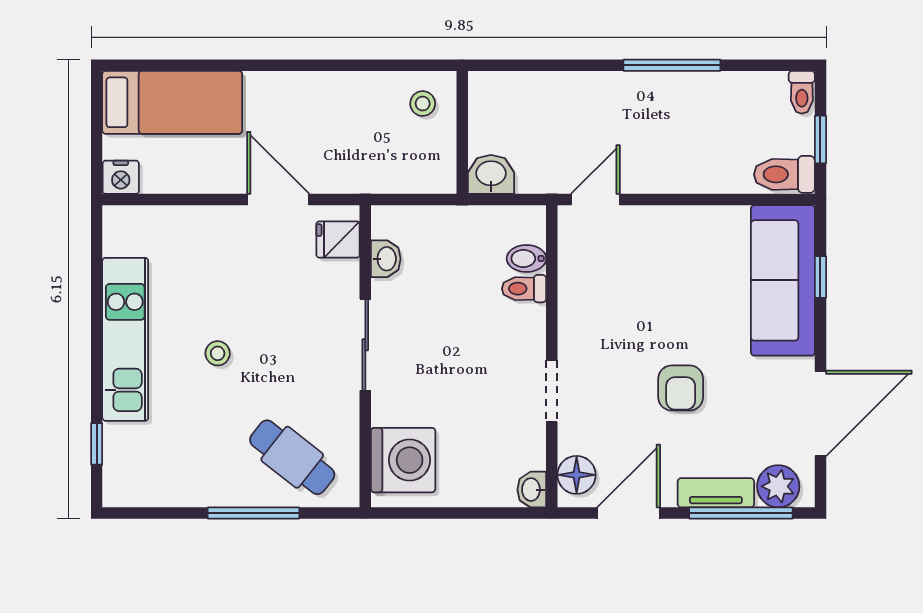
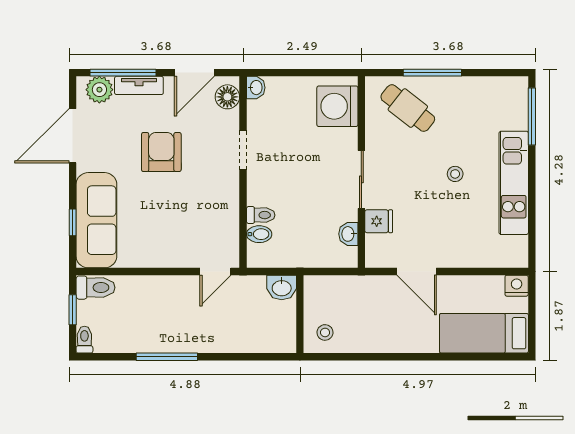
fridge: (338, 239) -> (379, 221), moved
armchair: (681, 388) -> (161, 152), width x1.38, depth x1.38
window: (97, 444) -> (532, 117), width x2.17

